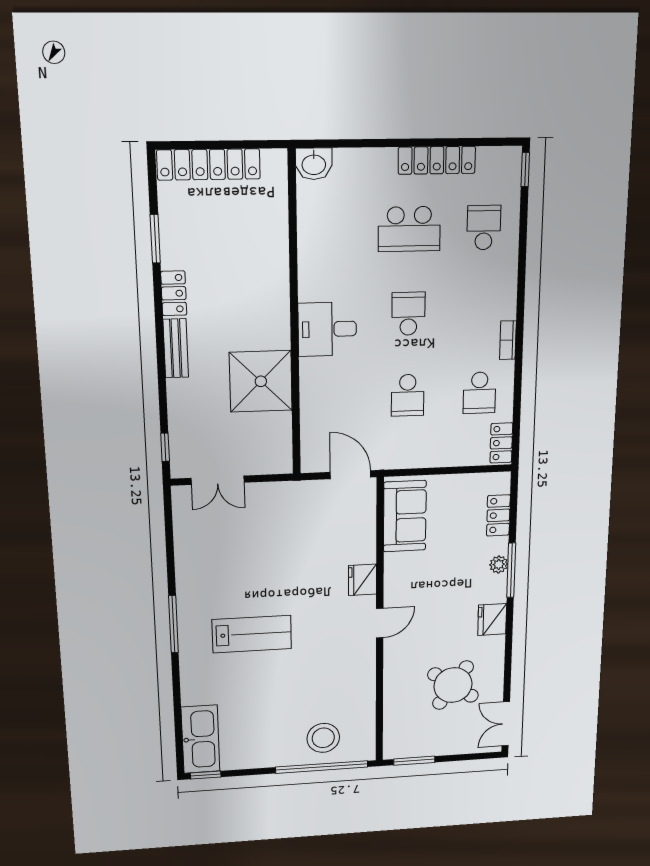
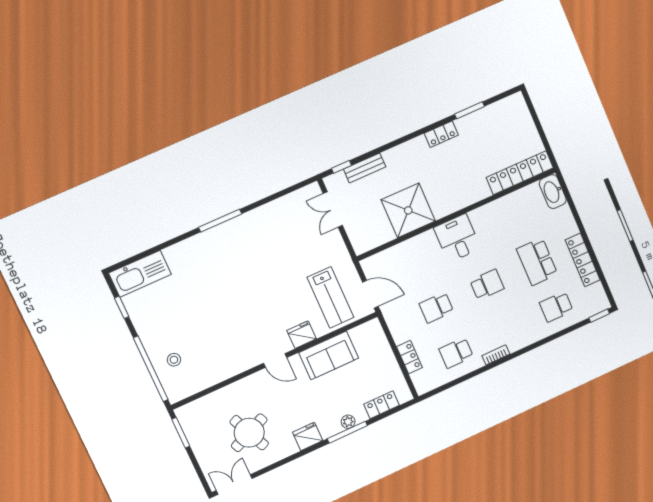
locker: (209, 164) -> (520, 173), moved, turned 90
washbasin: (314, 164) -> (553, 192), width x1.38
school desk: (484, 228) -> (556, 307), turned 180
bench: (176, 348) -> (365, 168), moved
locker: (501, 443) -> (409, 357), moved, turned 90
door: (351, 475) -> (370, 294), hinge flipped
sofa: (405, 516) -> (329, 355), moved
lab bench: (252, 634) -> (330, 297), moved
round table: (453, 685) -> (249, 433), turned 31
stool: (323, 738) -> (174, 360), width x0.53, depth x0.53
window: (206, 775) -> (122, 307), moved

